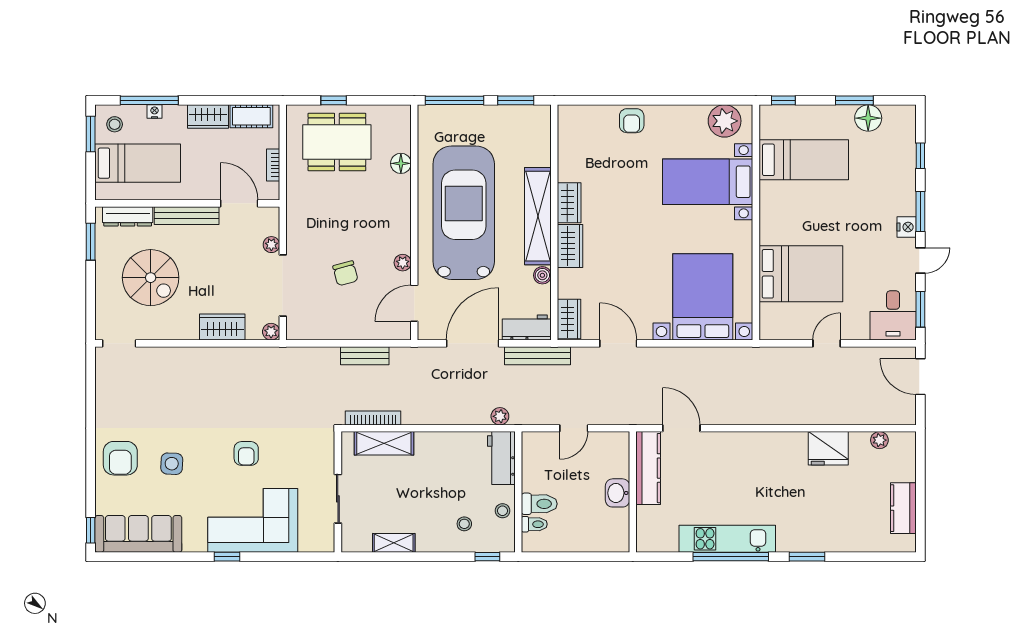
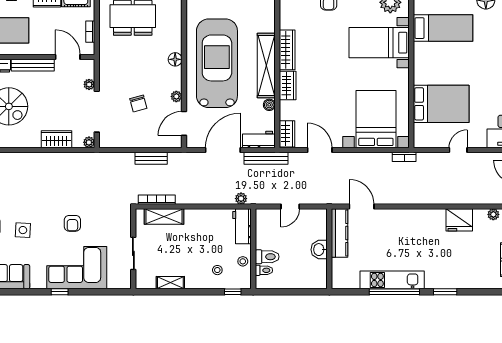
floor lamp: (401, 163) -> (175, 59), moved
wardrobe: (569, 203) -> (287, 50), width x1.50
bookcase: (745, 354) -> (404, 157), added

